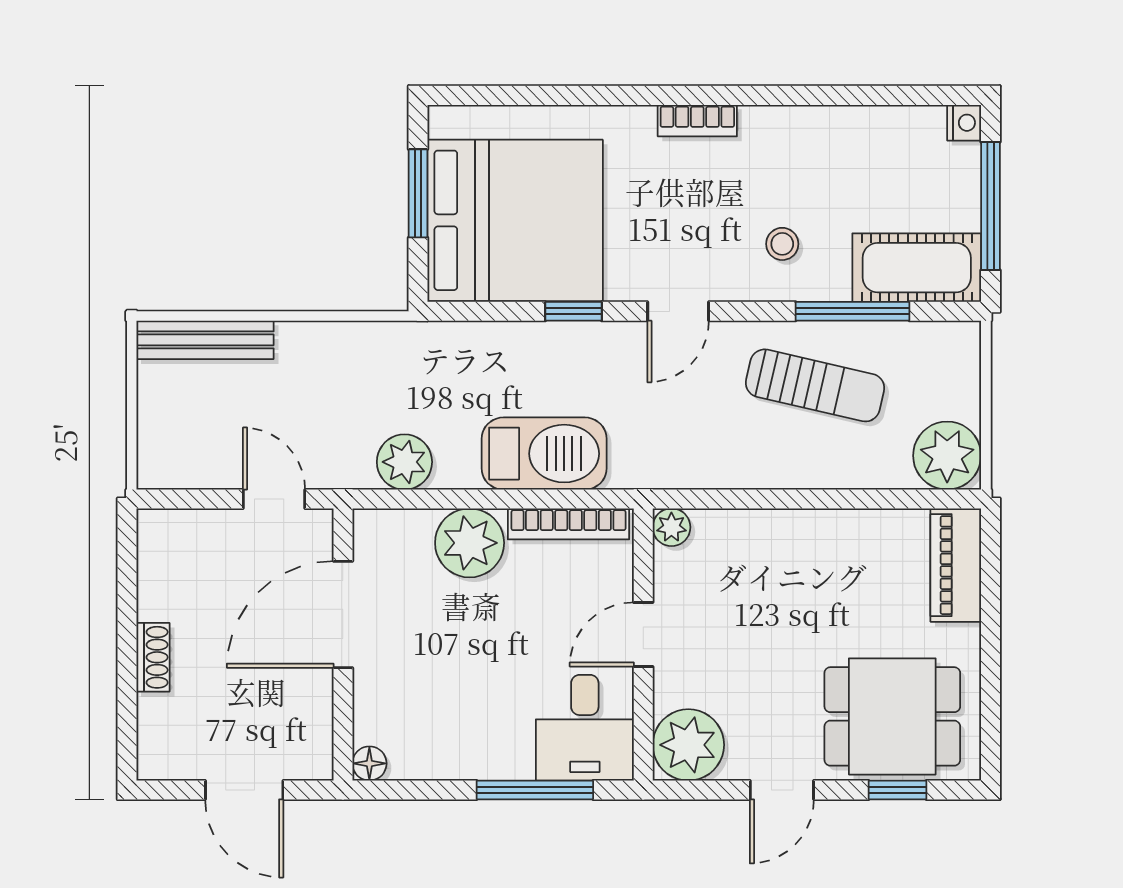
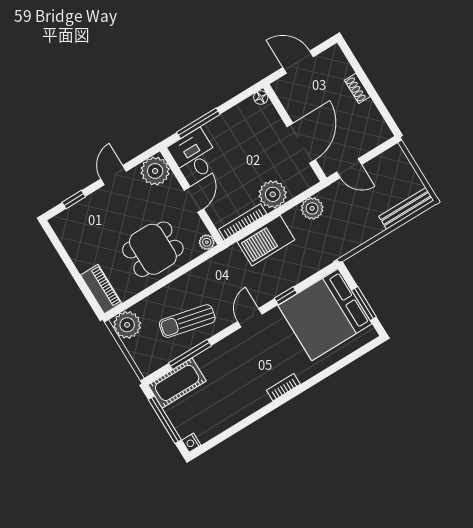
stool: (782, 244) -> (228, 363), removed
dining table: (892, 716) -> (153, 249), moved

